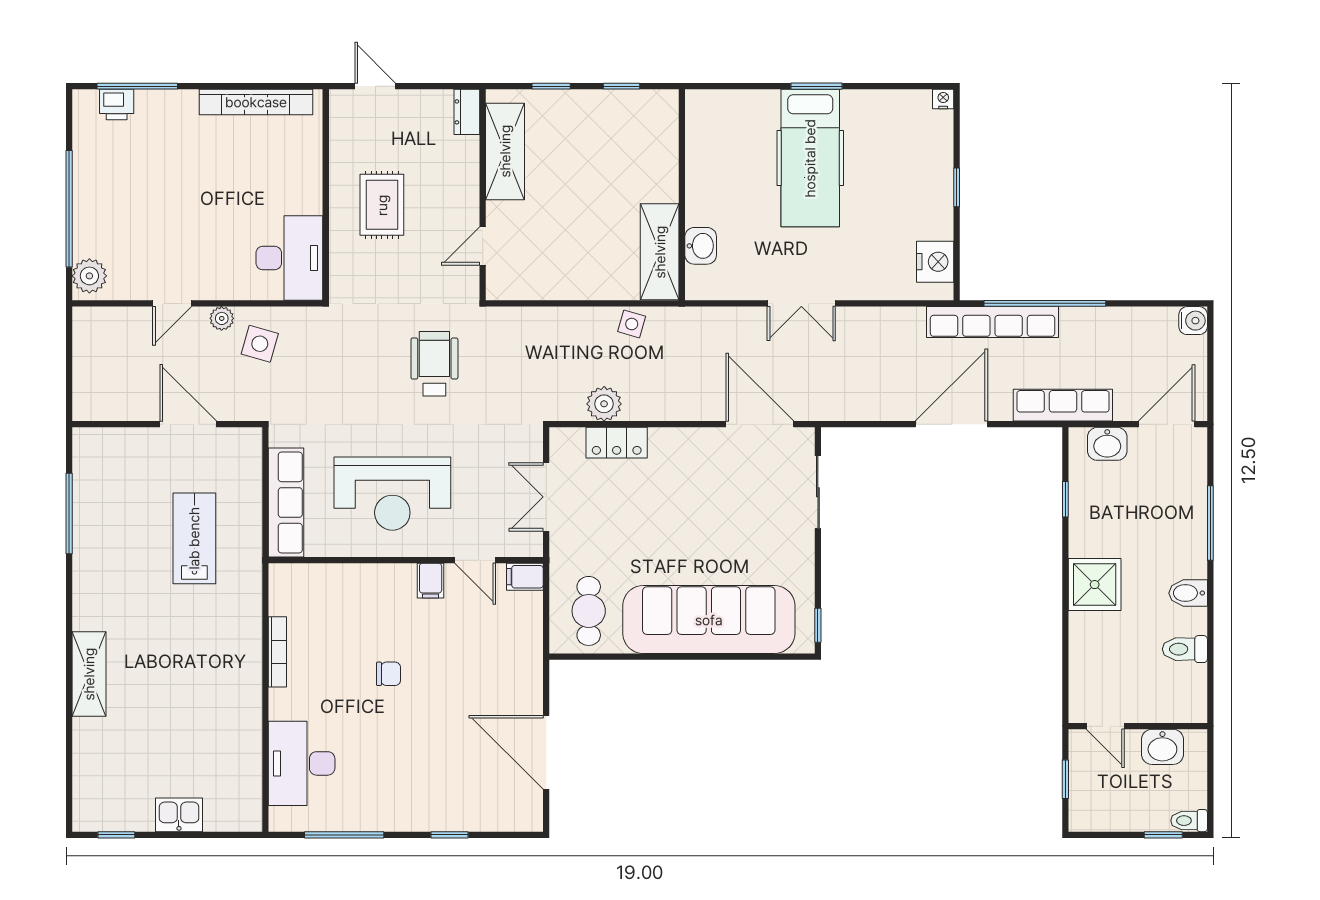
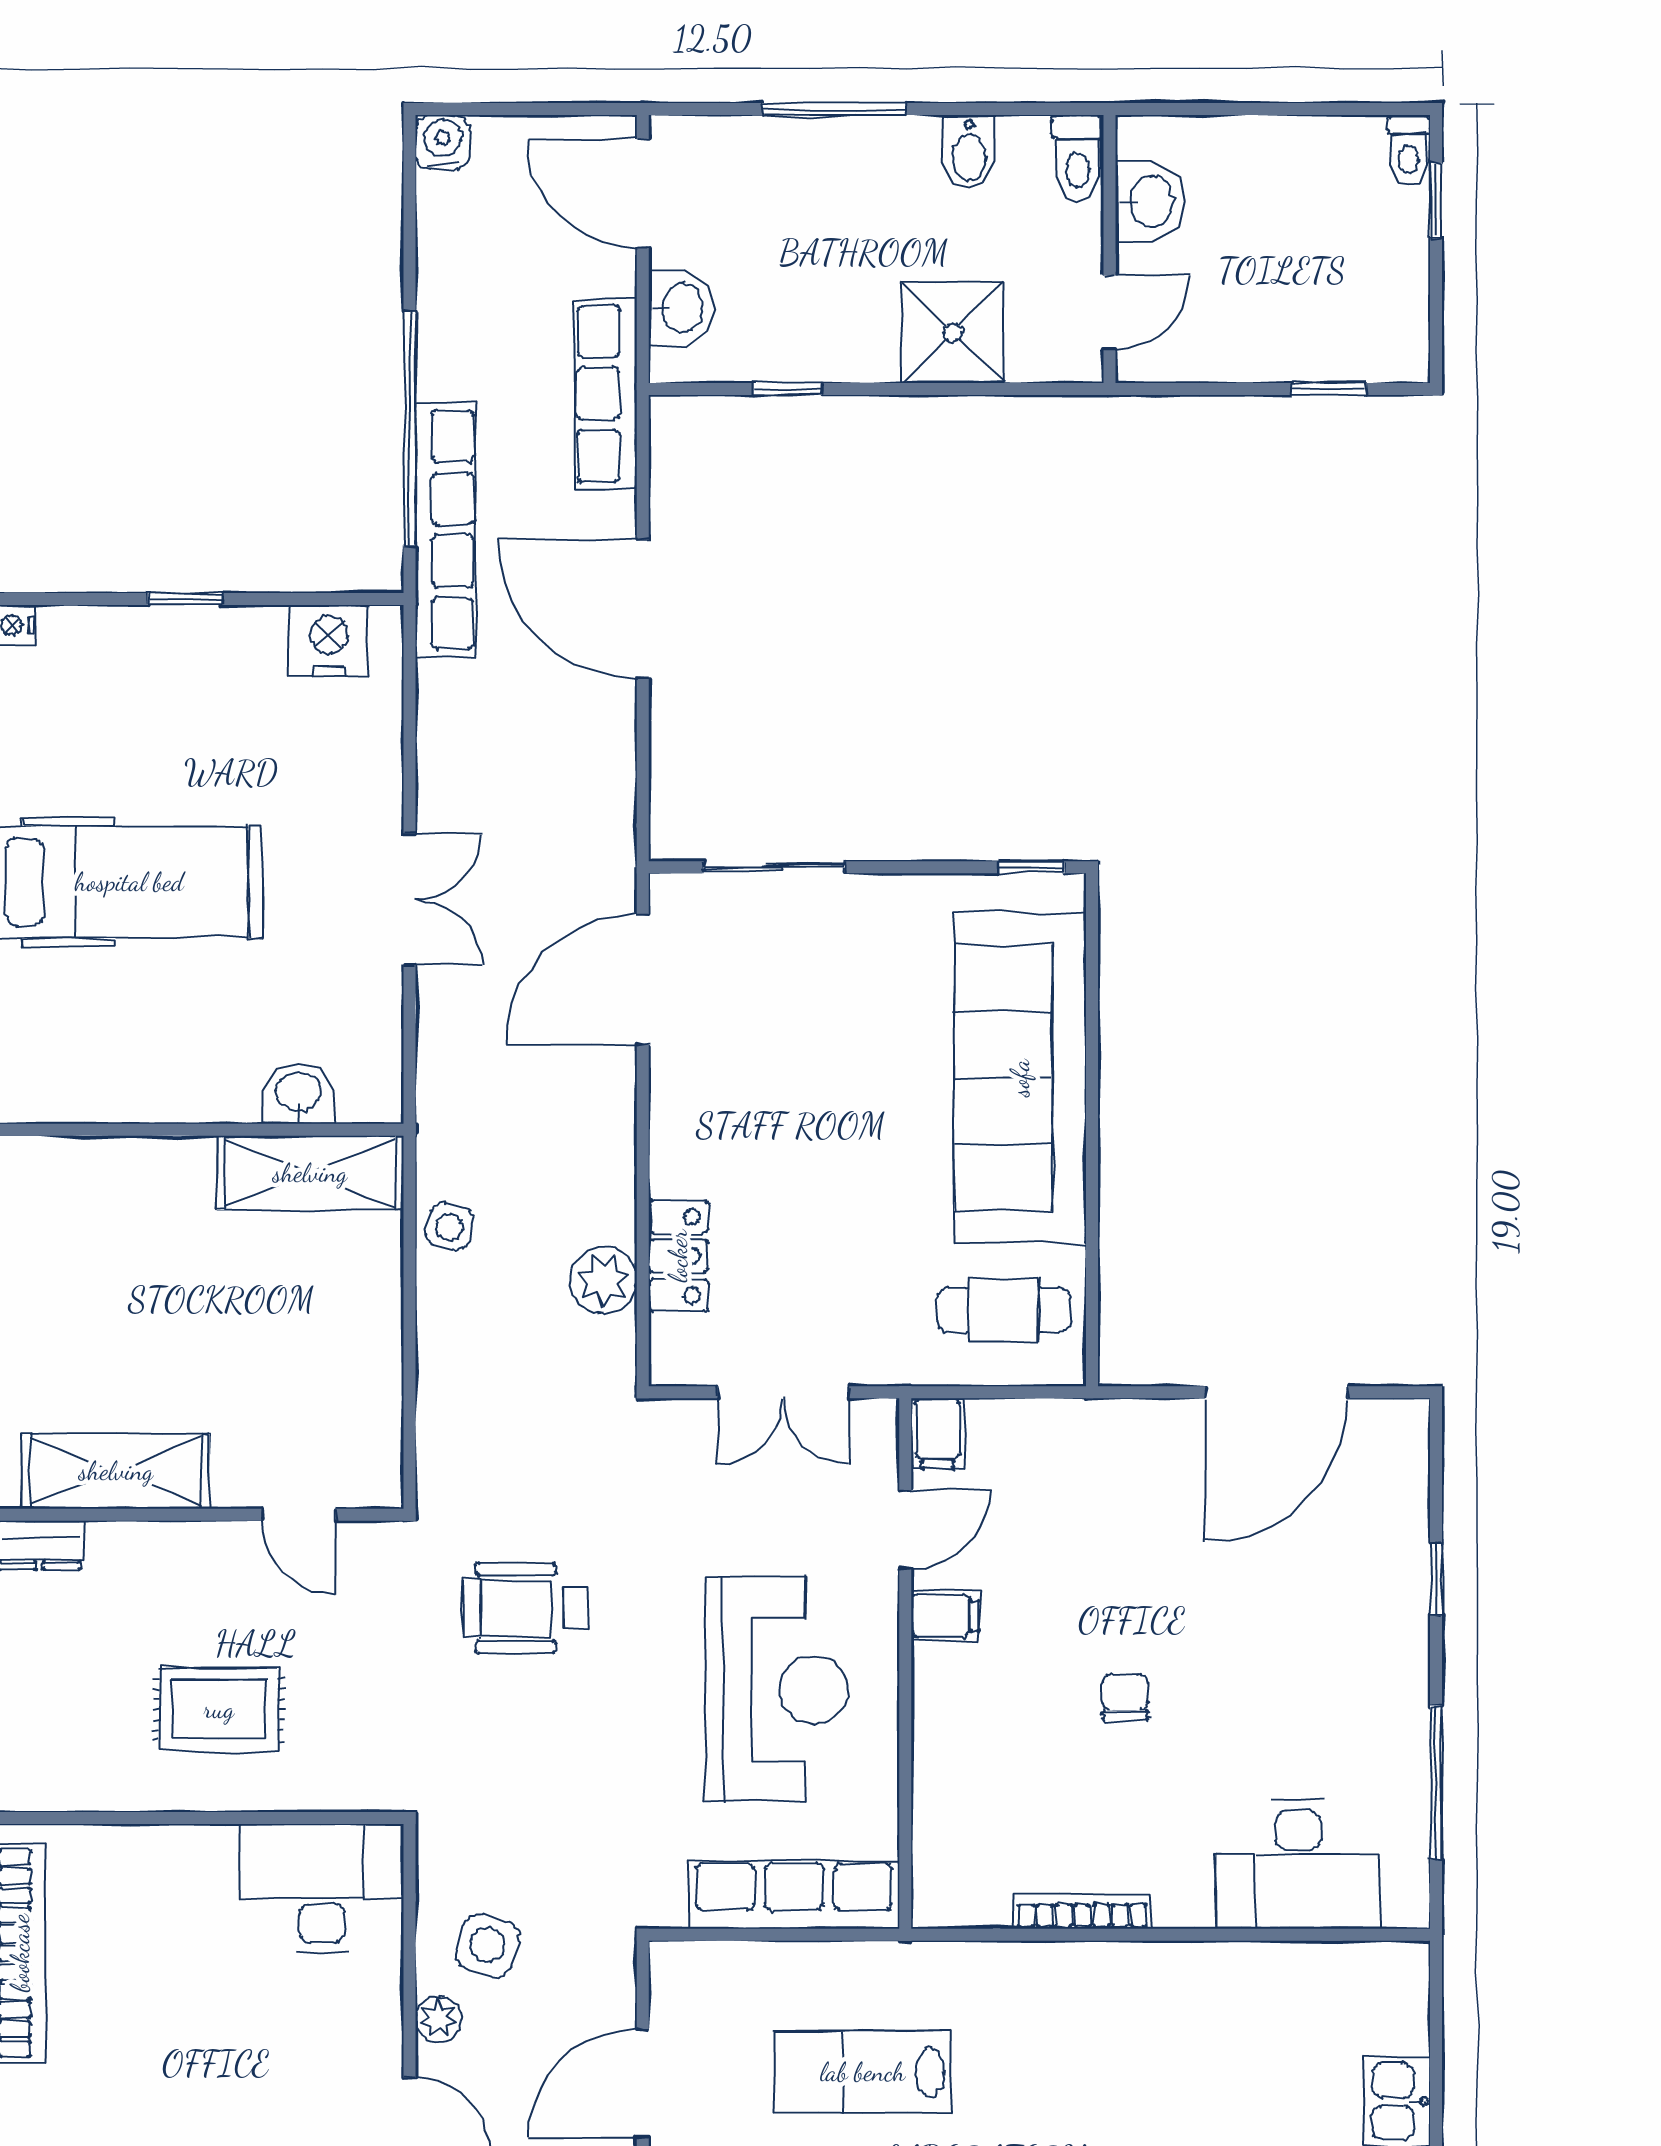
door: (1105, 726) -> (1109, 312), moved
wall: (1138, 726) -> (1109, 249), moved
washbasin: (1162, 747) -> (1149, 201), moved

